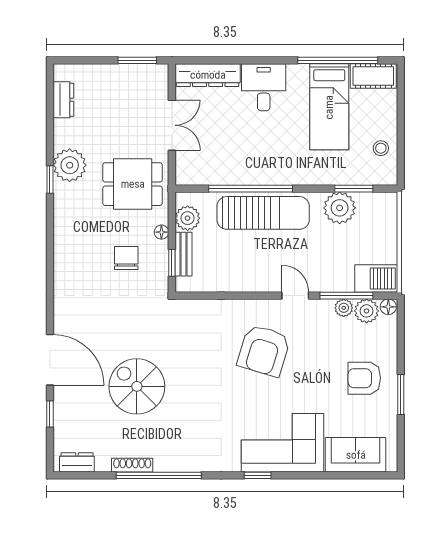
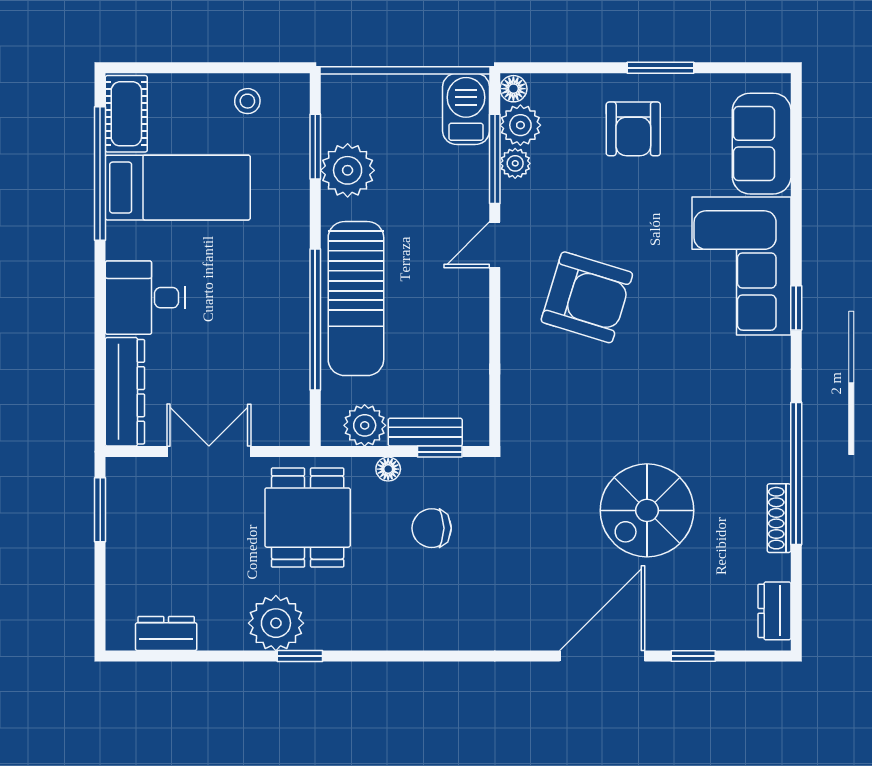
sun lounger: (263, 213) -> (356, 299), turned 180

